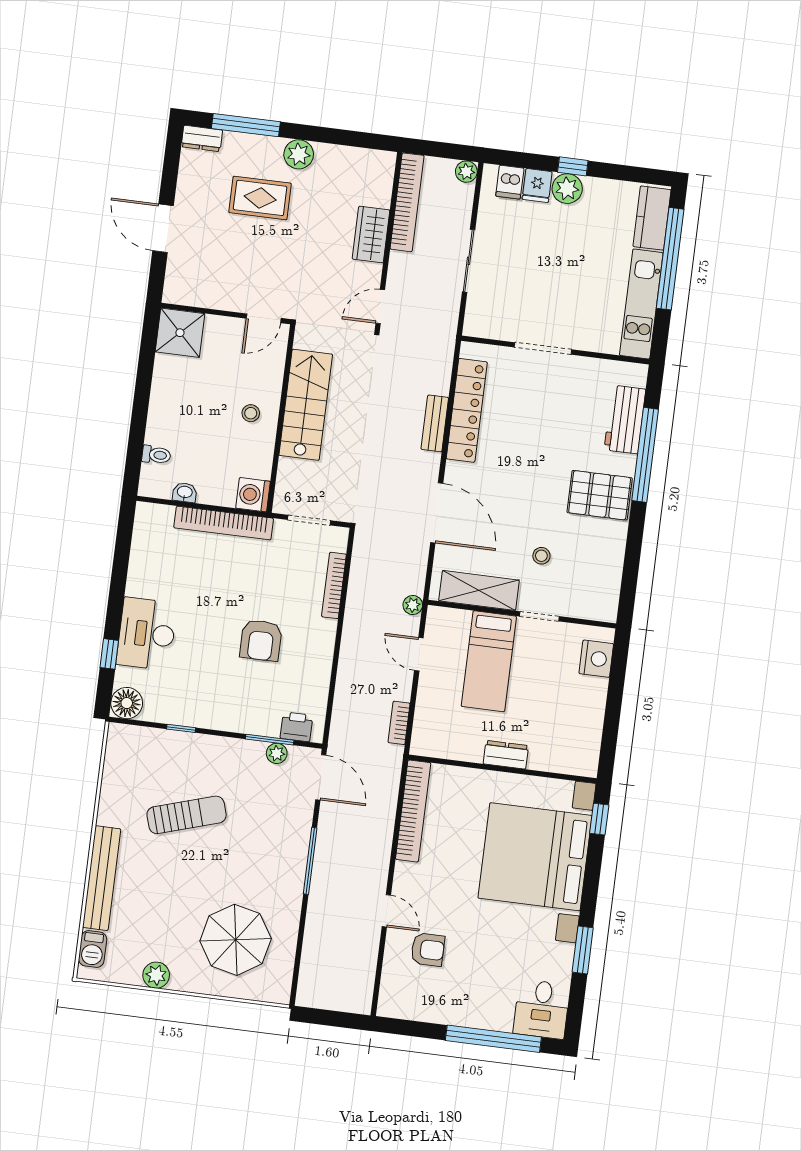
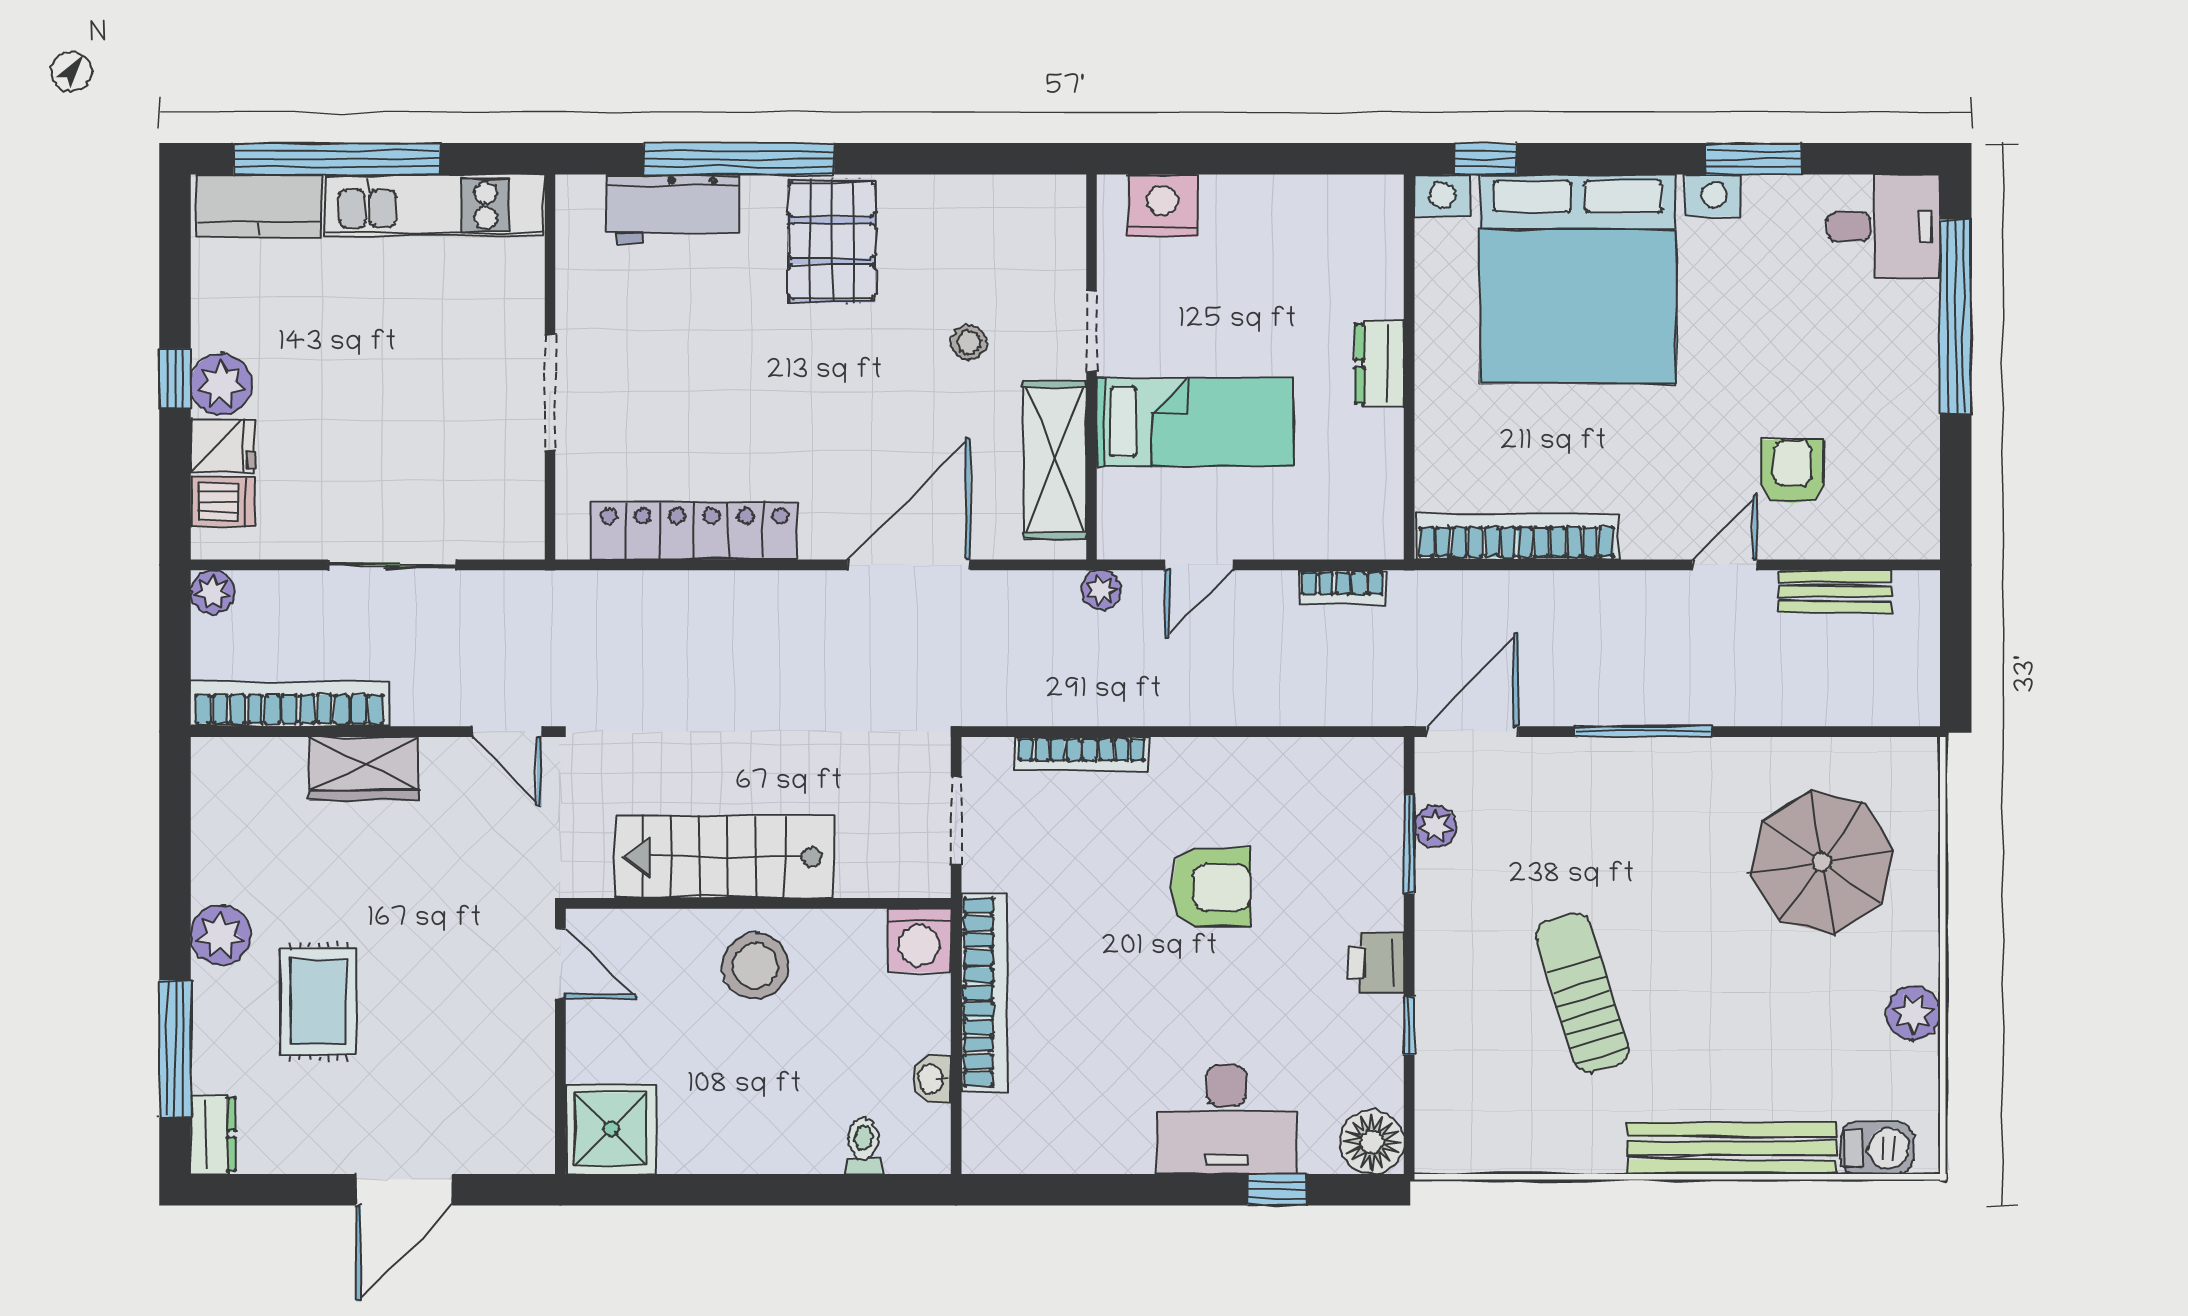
stool: (251, 413) -> (755, 966), width x1.89, depth x1.89
bench: (435, 423) -> (1835, 592), moved
printer: (296, 727) -> (1376, 962), moved

